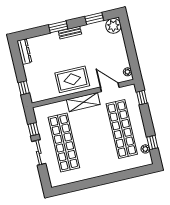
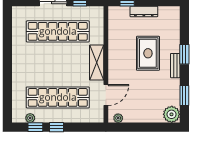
dresser: (24, 52) -> (144, 11), moved
rug: (72, 79) -> (148, 53), moved
window: (142, 98) -> (56, 127), moved

